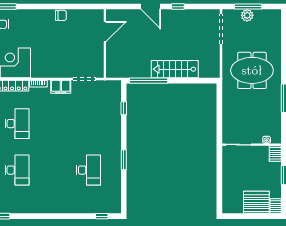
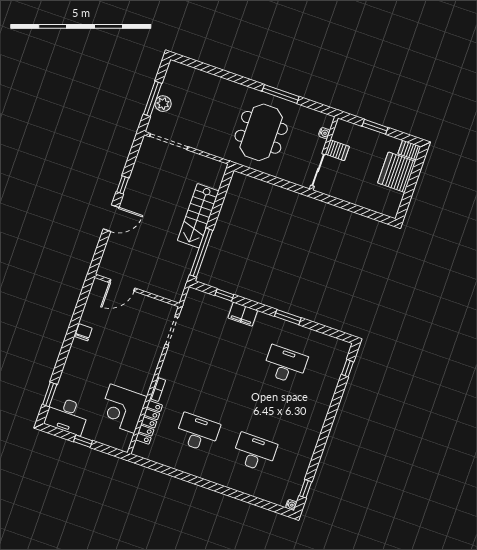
door: (105, 32) -> (122, 285), swing flipped
meeting table: (252, 70) -> (261, 132), moved
filing cabinet: (61, 87) -> (243, 314), moved, turned 90
server rack: (275, 154) -> (337, 150), moved

